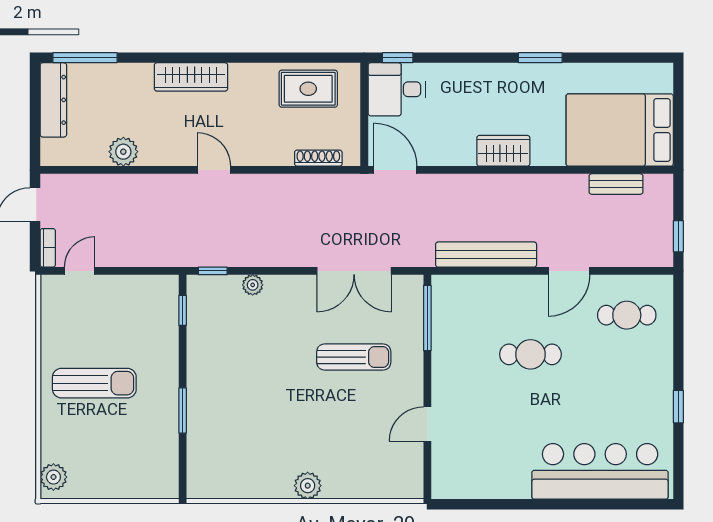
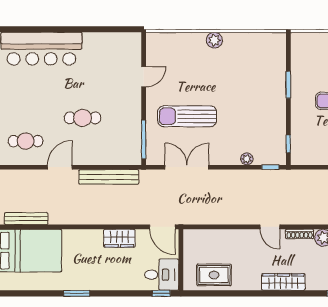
wardrobe: (503, 151) -> (119, 238), moved
shoe rack: (318, 158) -> (300, 234), moved
bench: (616, 184) -> (26, 219), width x1.36
sun lounger: (354, 357) -> (187, 116), width x1.36, depth x1.34

